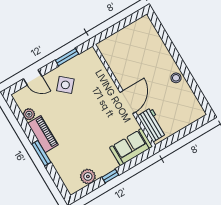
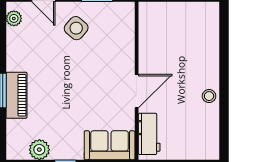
plant: (29, 114) -> (14, 18), moved
piano: (43, 134) -> (16, 95), moved

